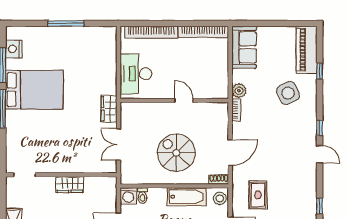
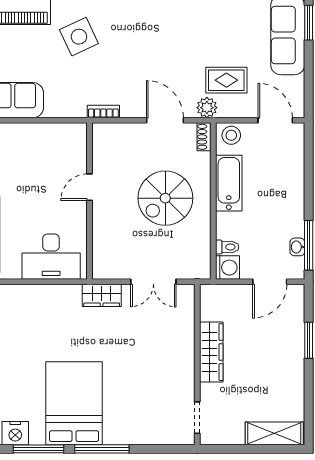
plant: (239, 91) -> (207, 108), moved
wardrobe: (70, 185) -> (211, 352), width x1.50

